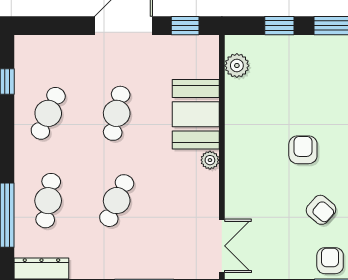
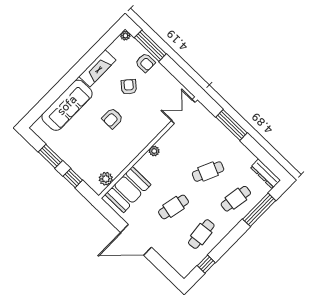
window: (185, 26) -> (111, 215), removed
cafe table: (48, 113) -> (201, 234), turned -30
booth: (196, 114) -> (128, 189), moved
armchair: (330, 261) -> (145, 63), turned -90

